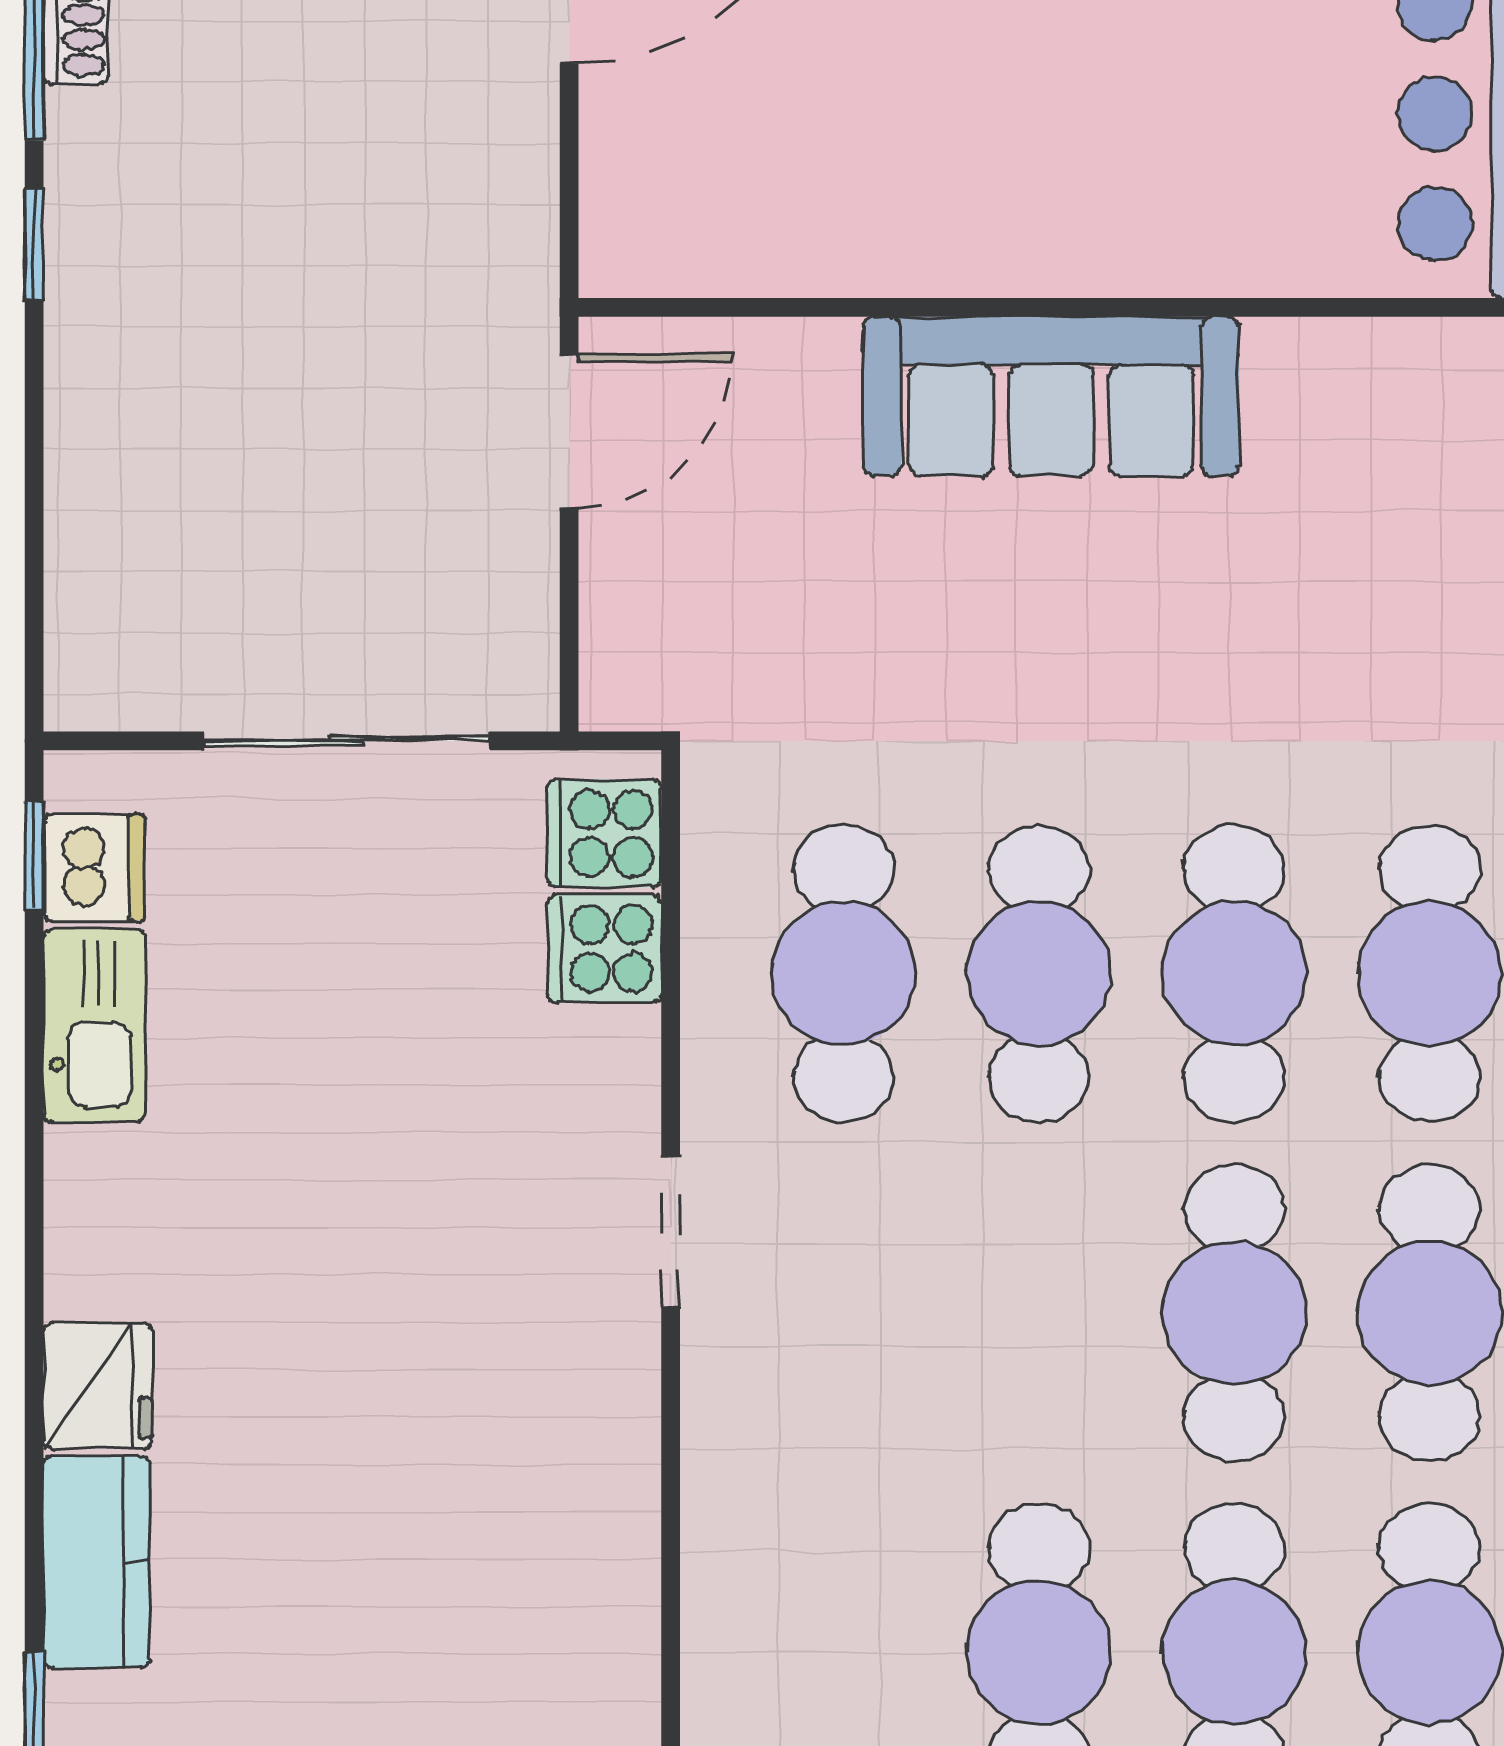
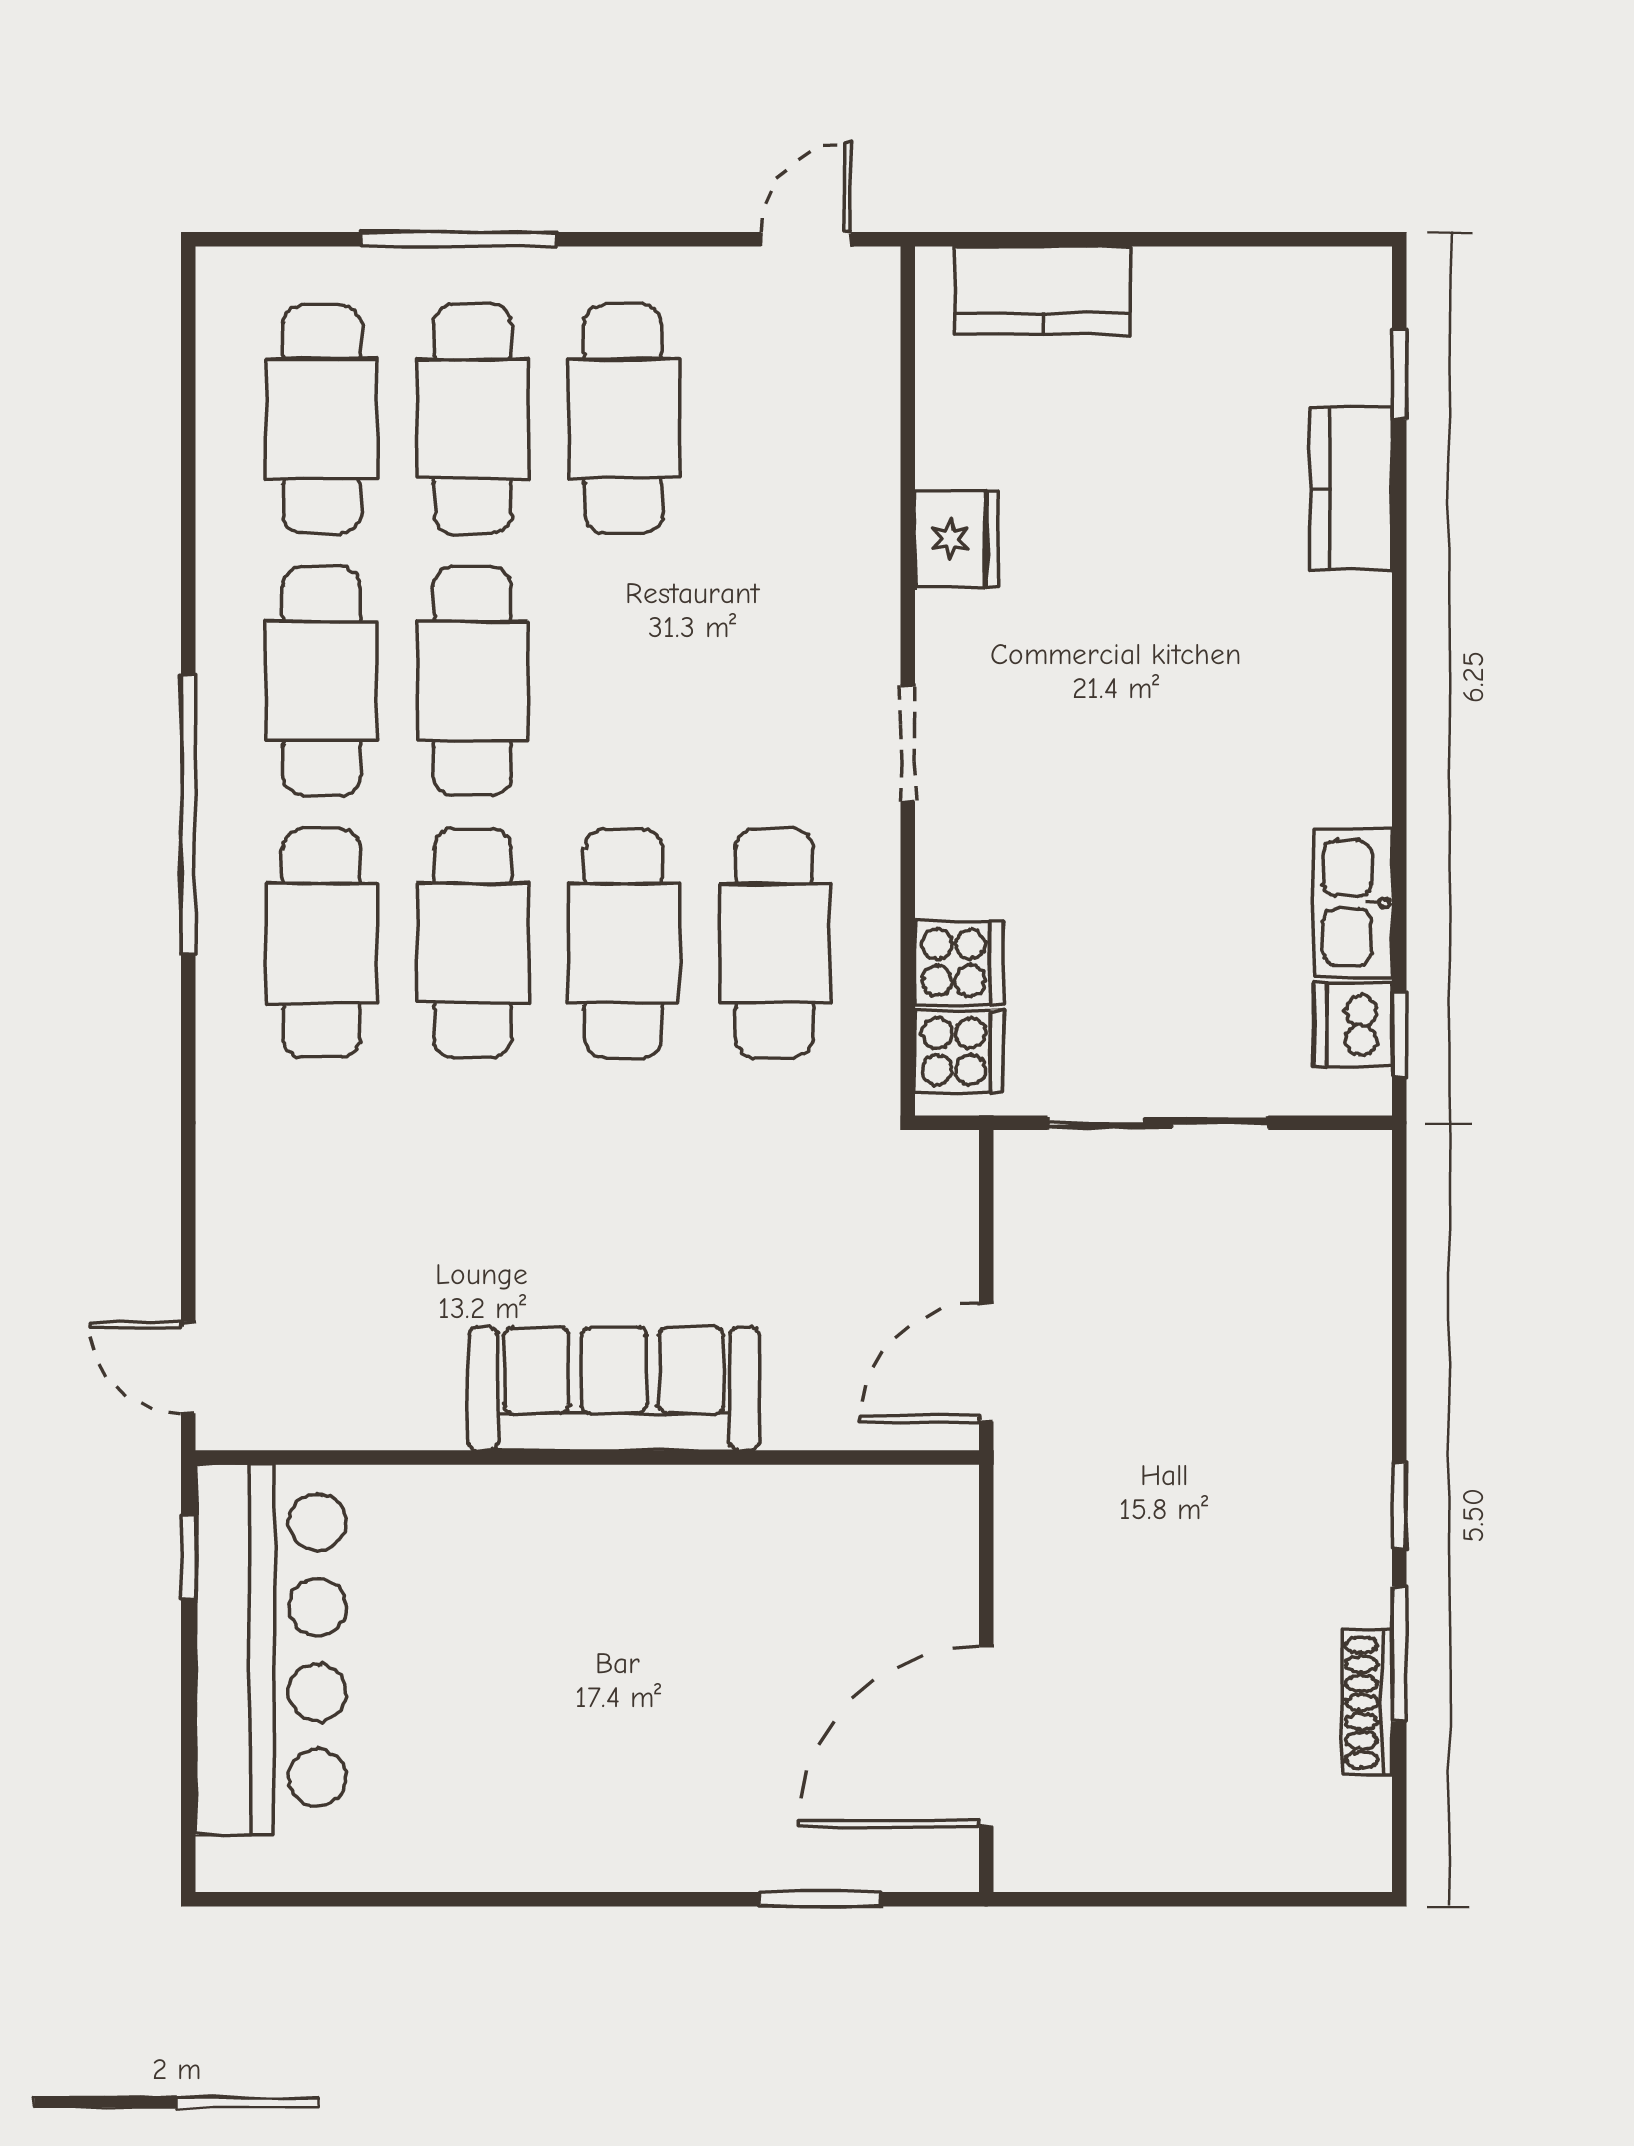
fridge: (98, 1386) -> (957, 539), moved, turned 180

